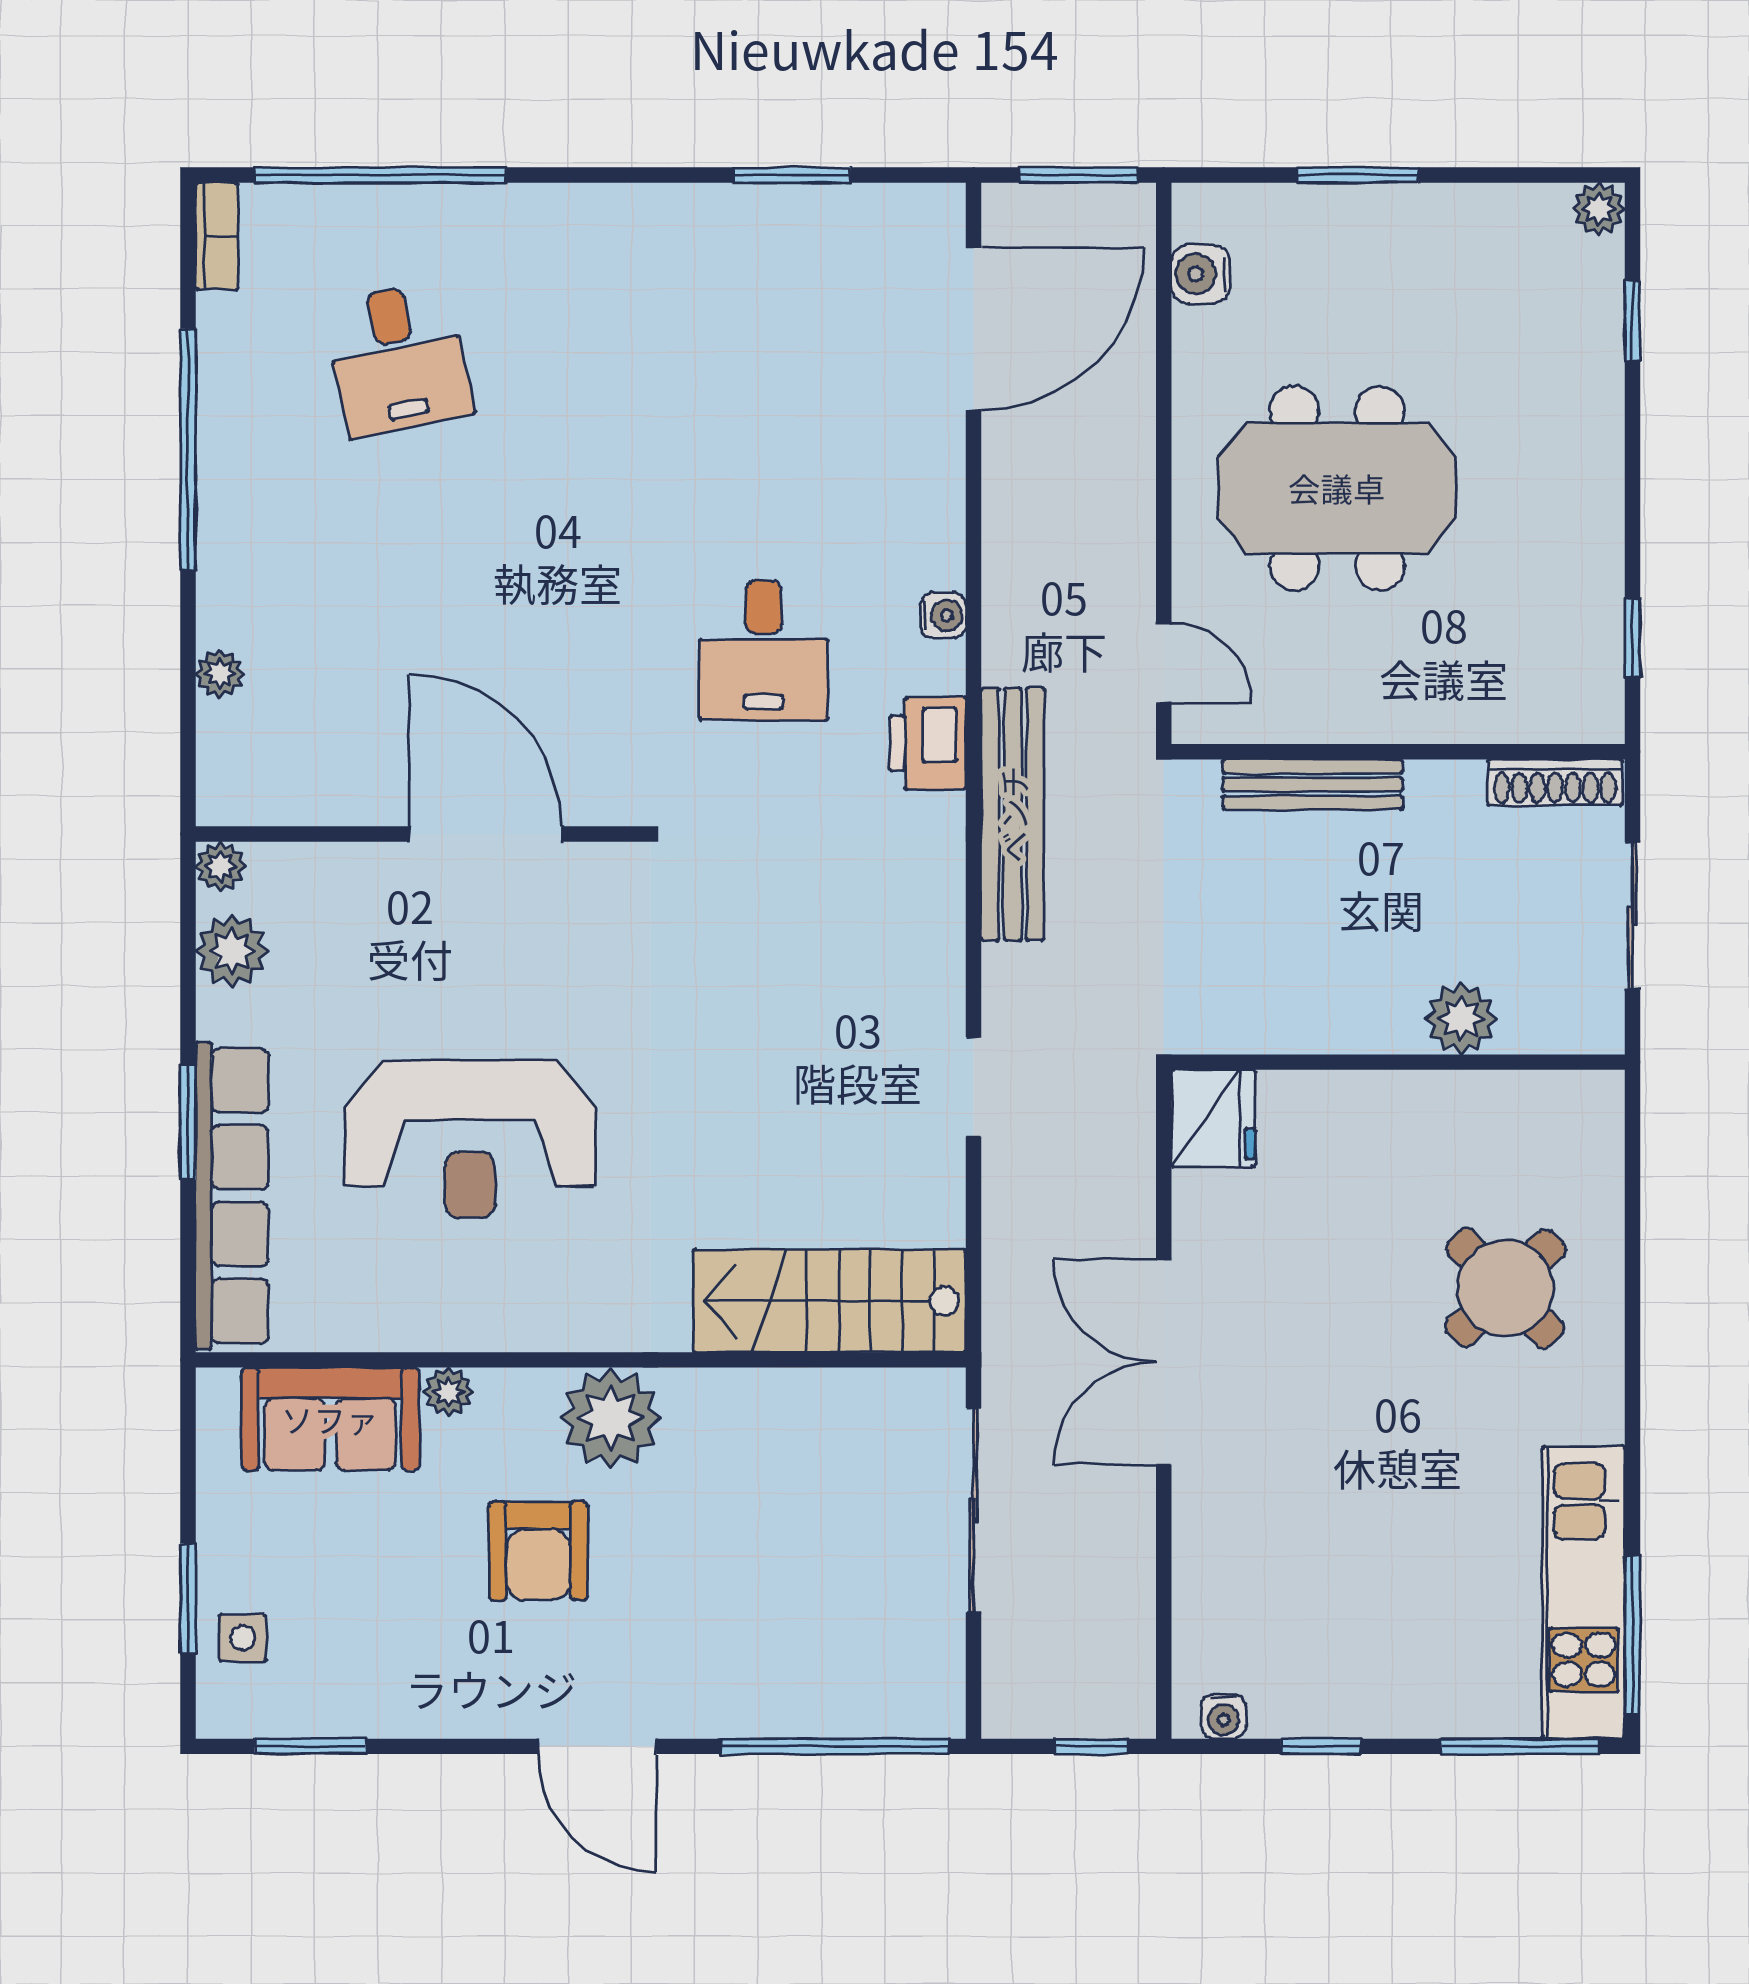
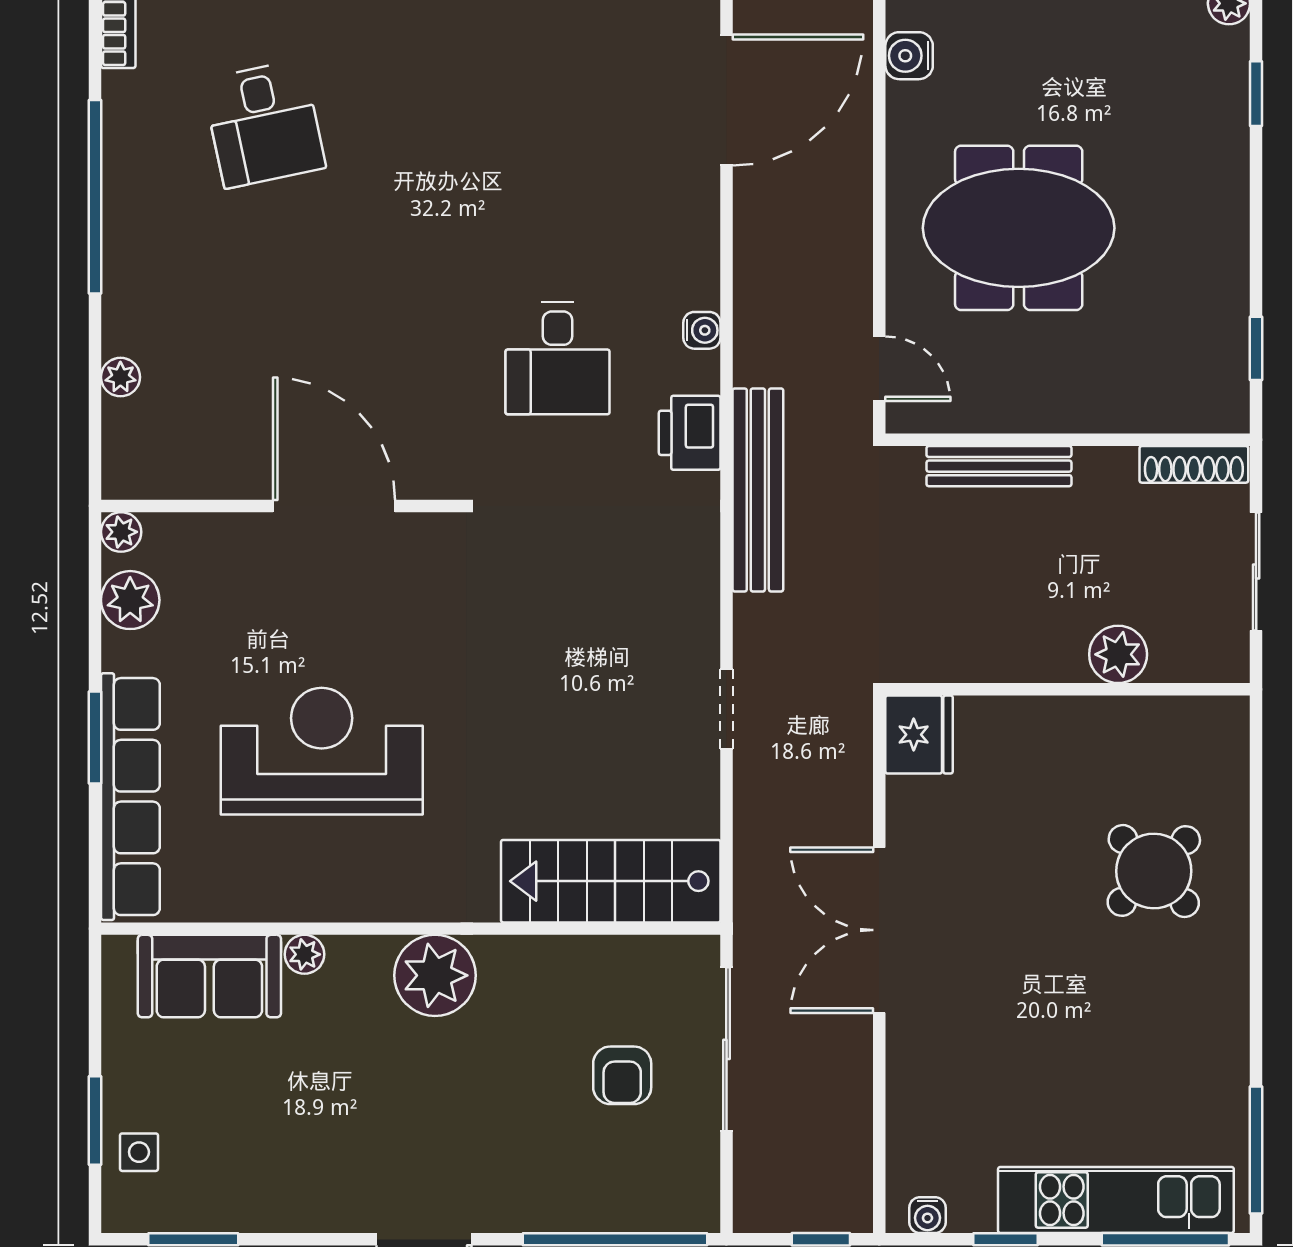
reception desk: (470, 1139) -> (322, 751), turned 180
armchair: (538, 1551) -> (622, 1075), moved, width x0.72, depth x0.72
kitchen unit: (1584, 1592) -> (1116, 1200), moved, turned 90

